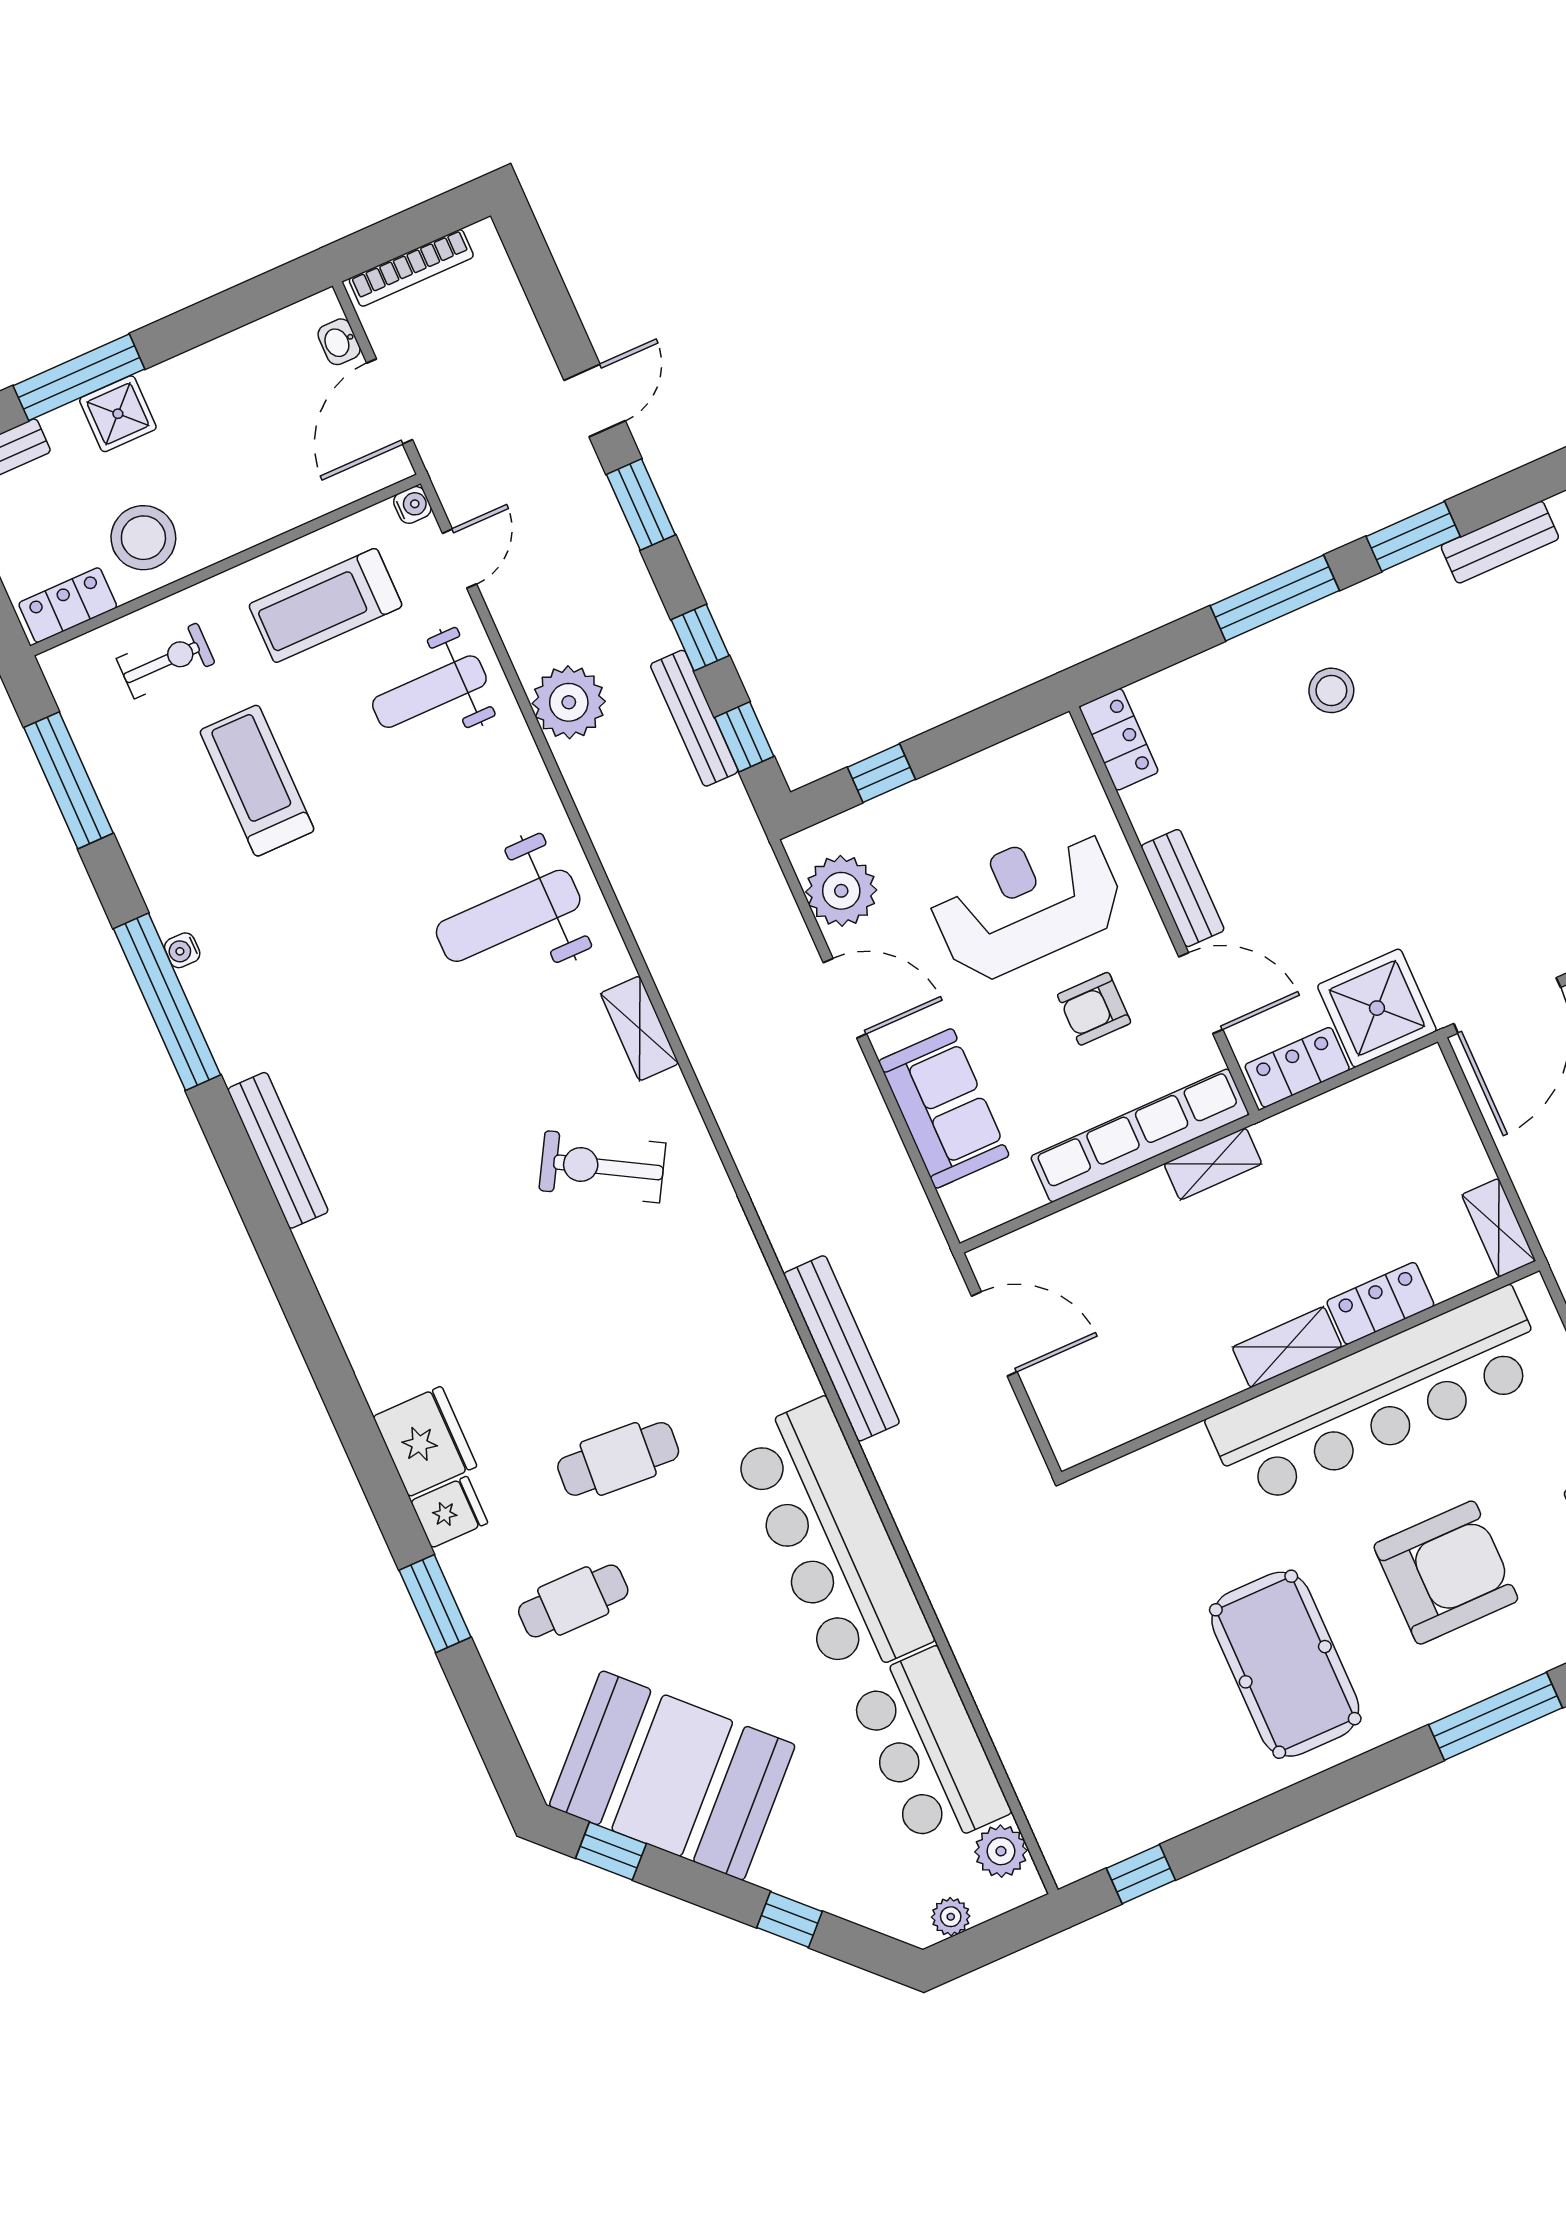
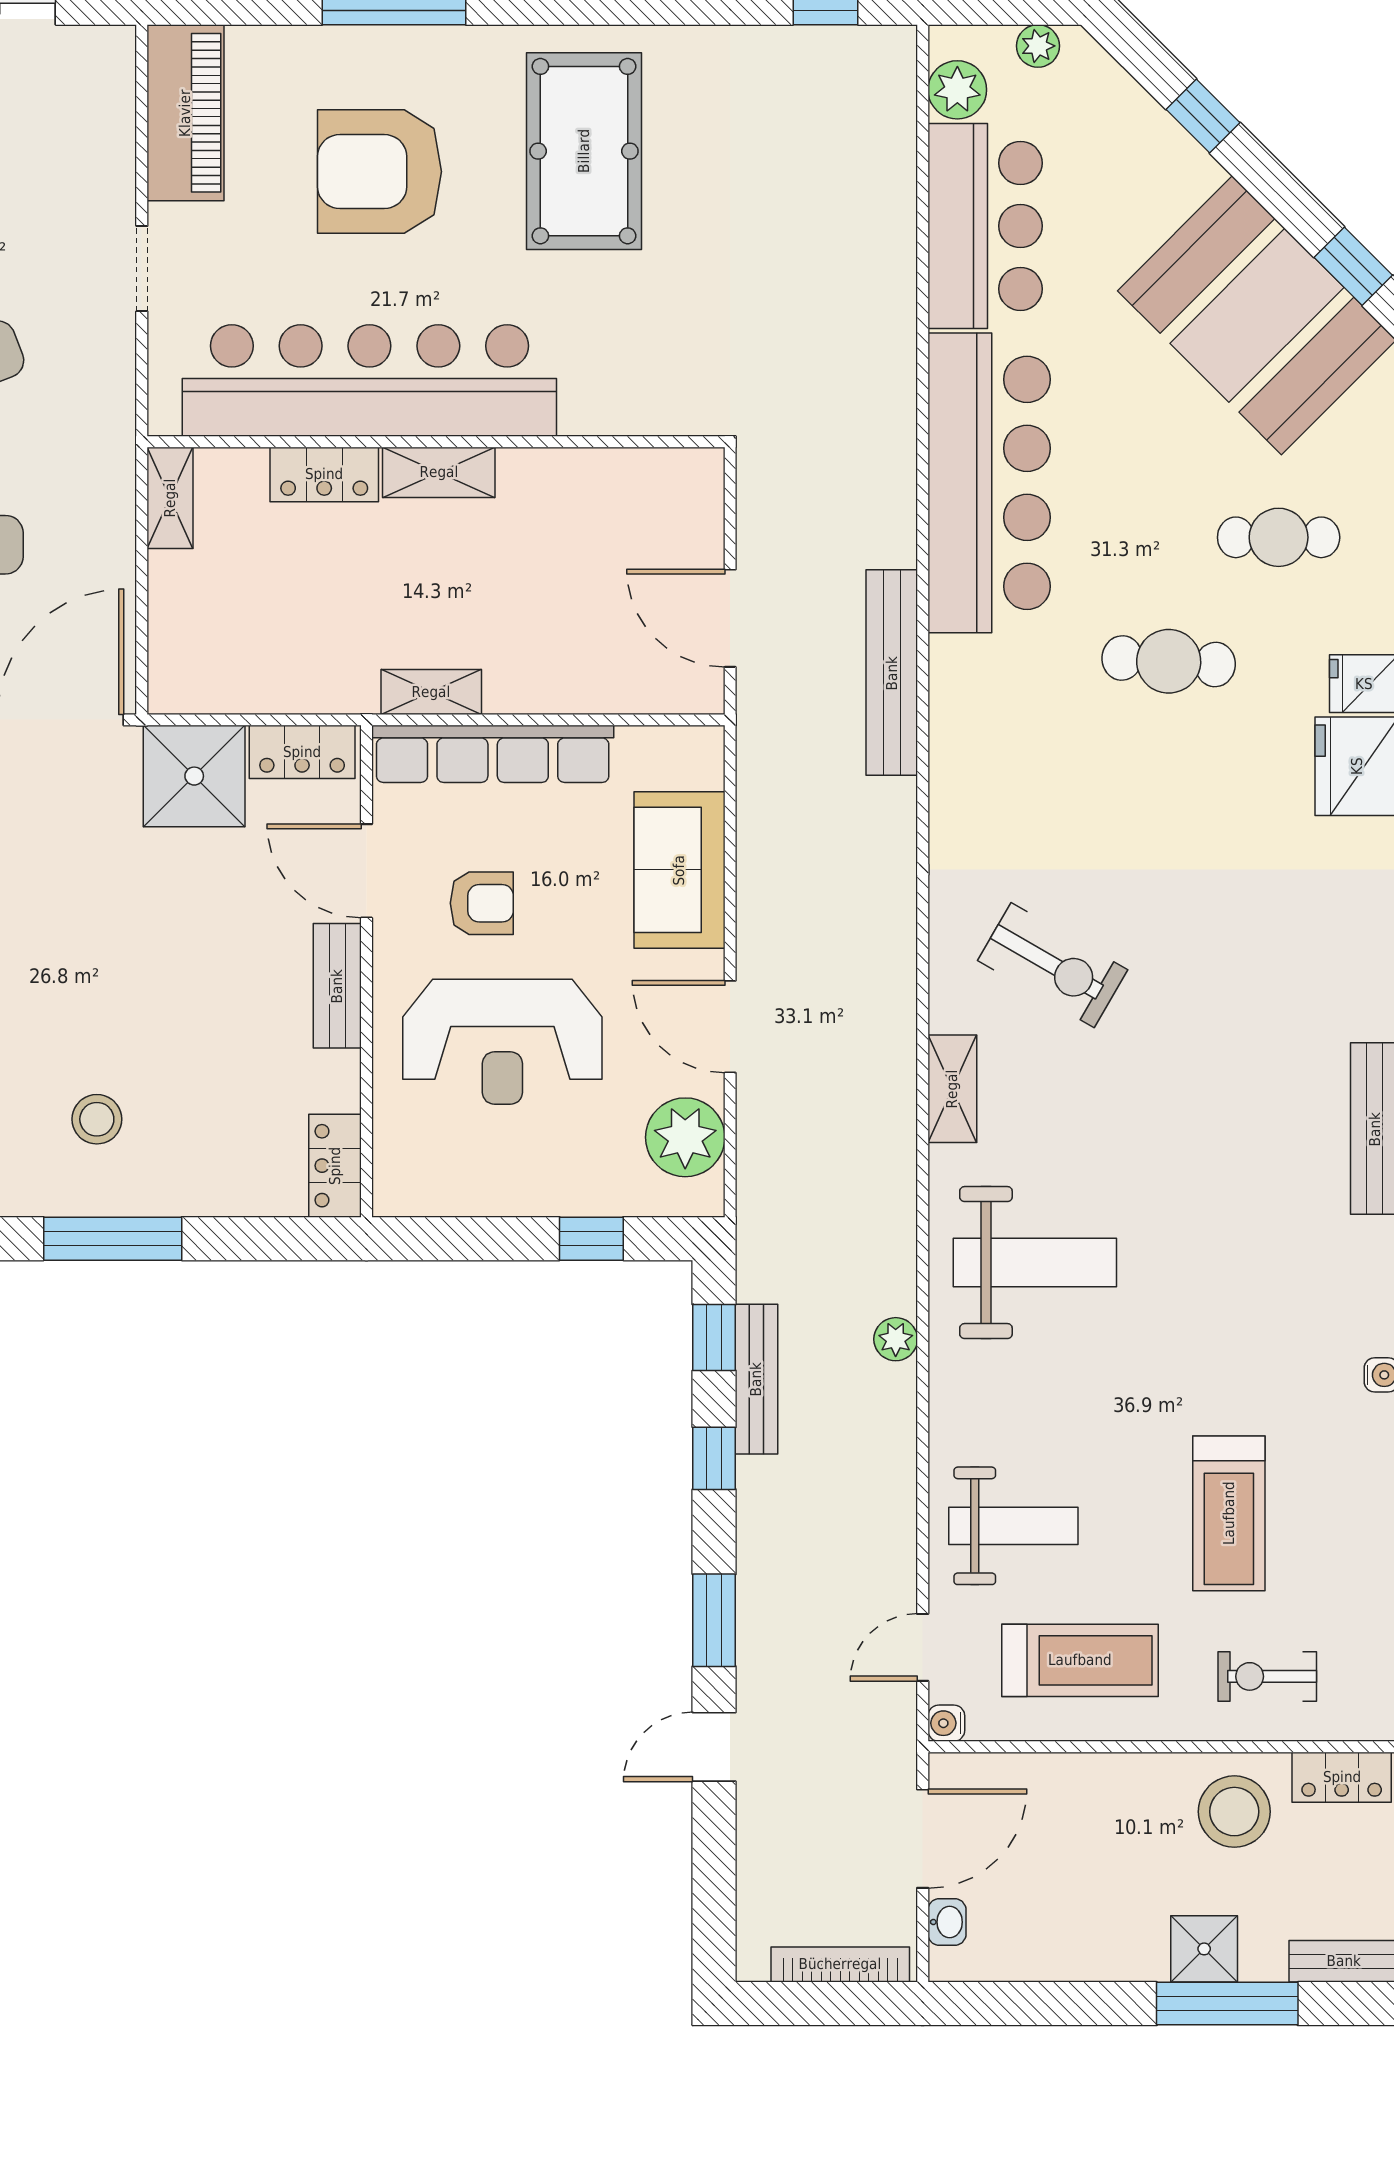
plant: (569, 702) -> (896, 1339), moved, width x0.53, depth x0.53

